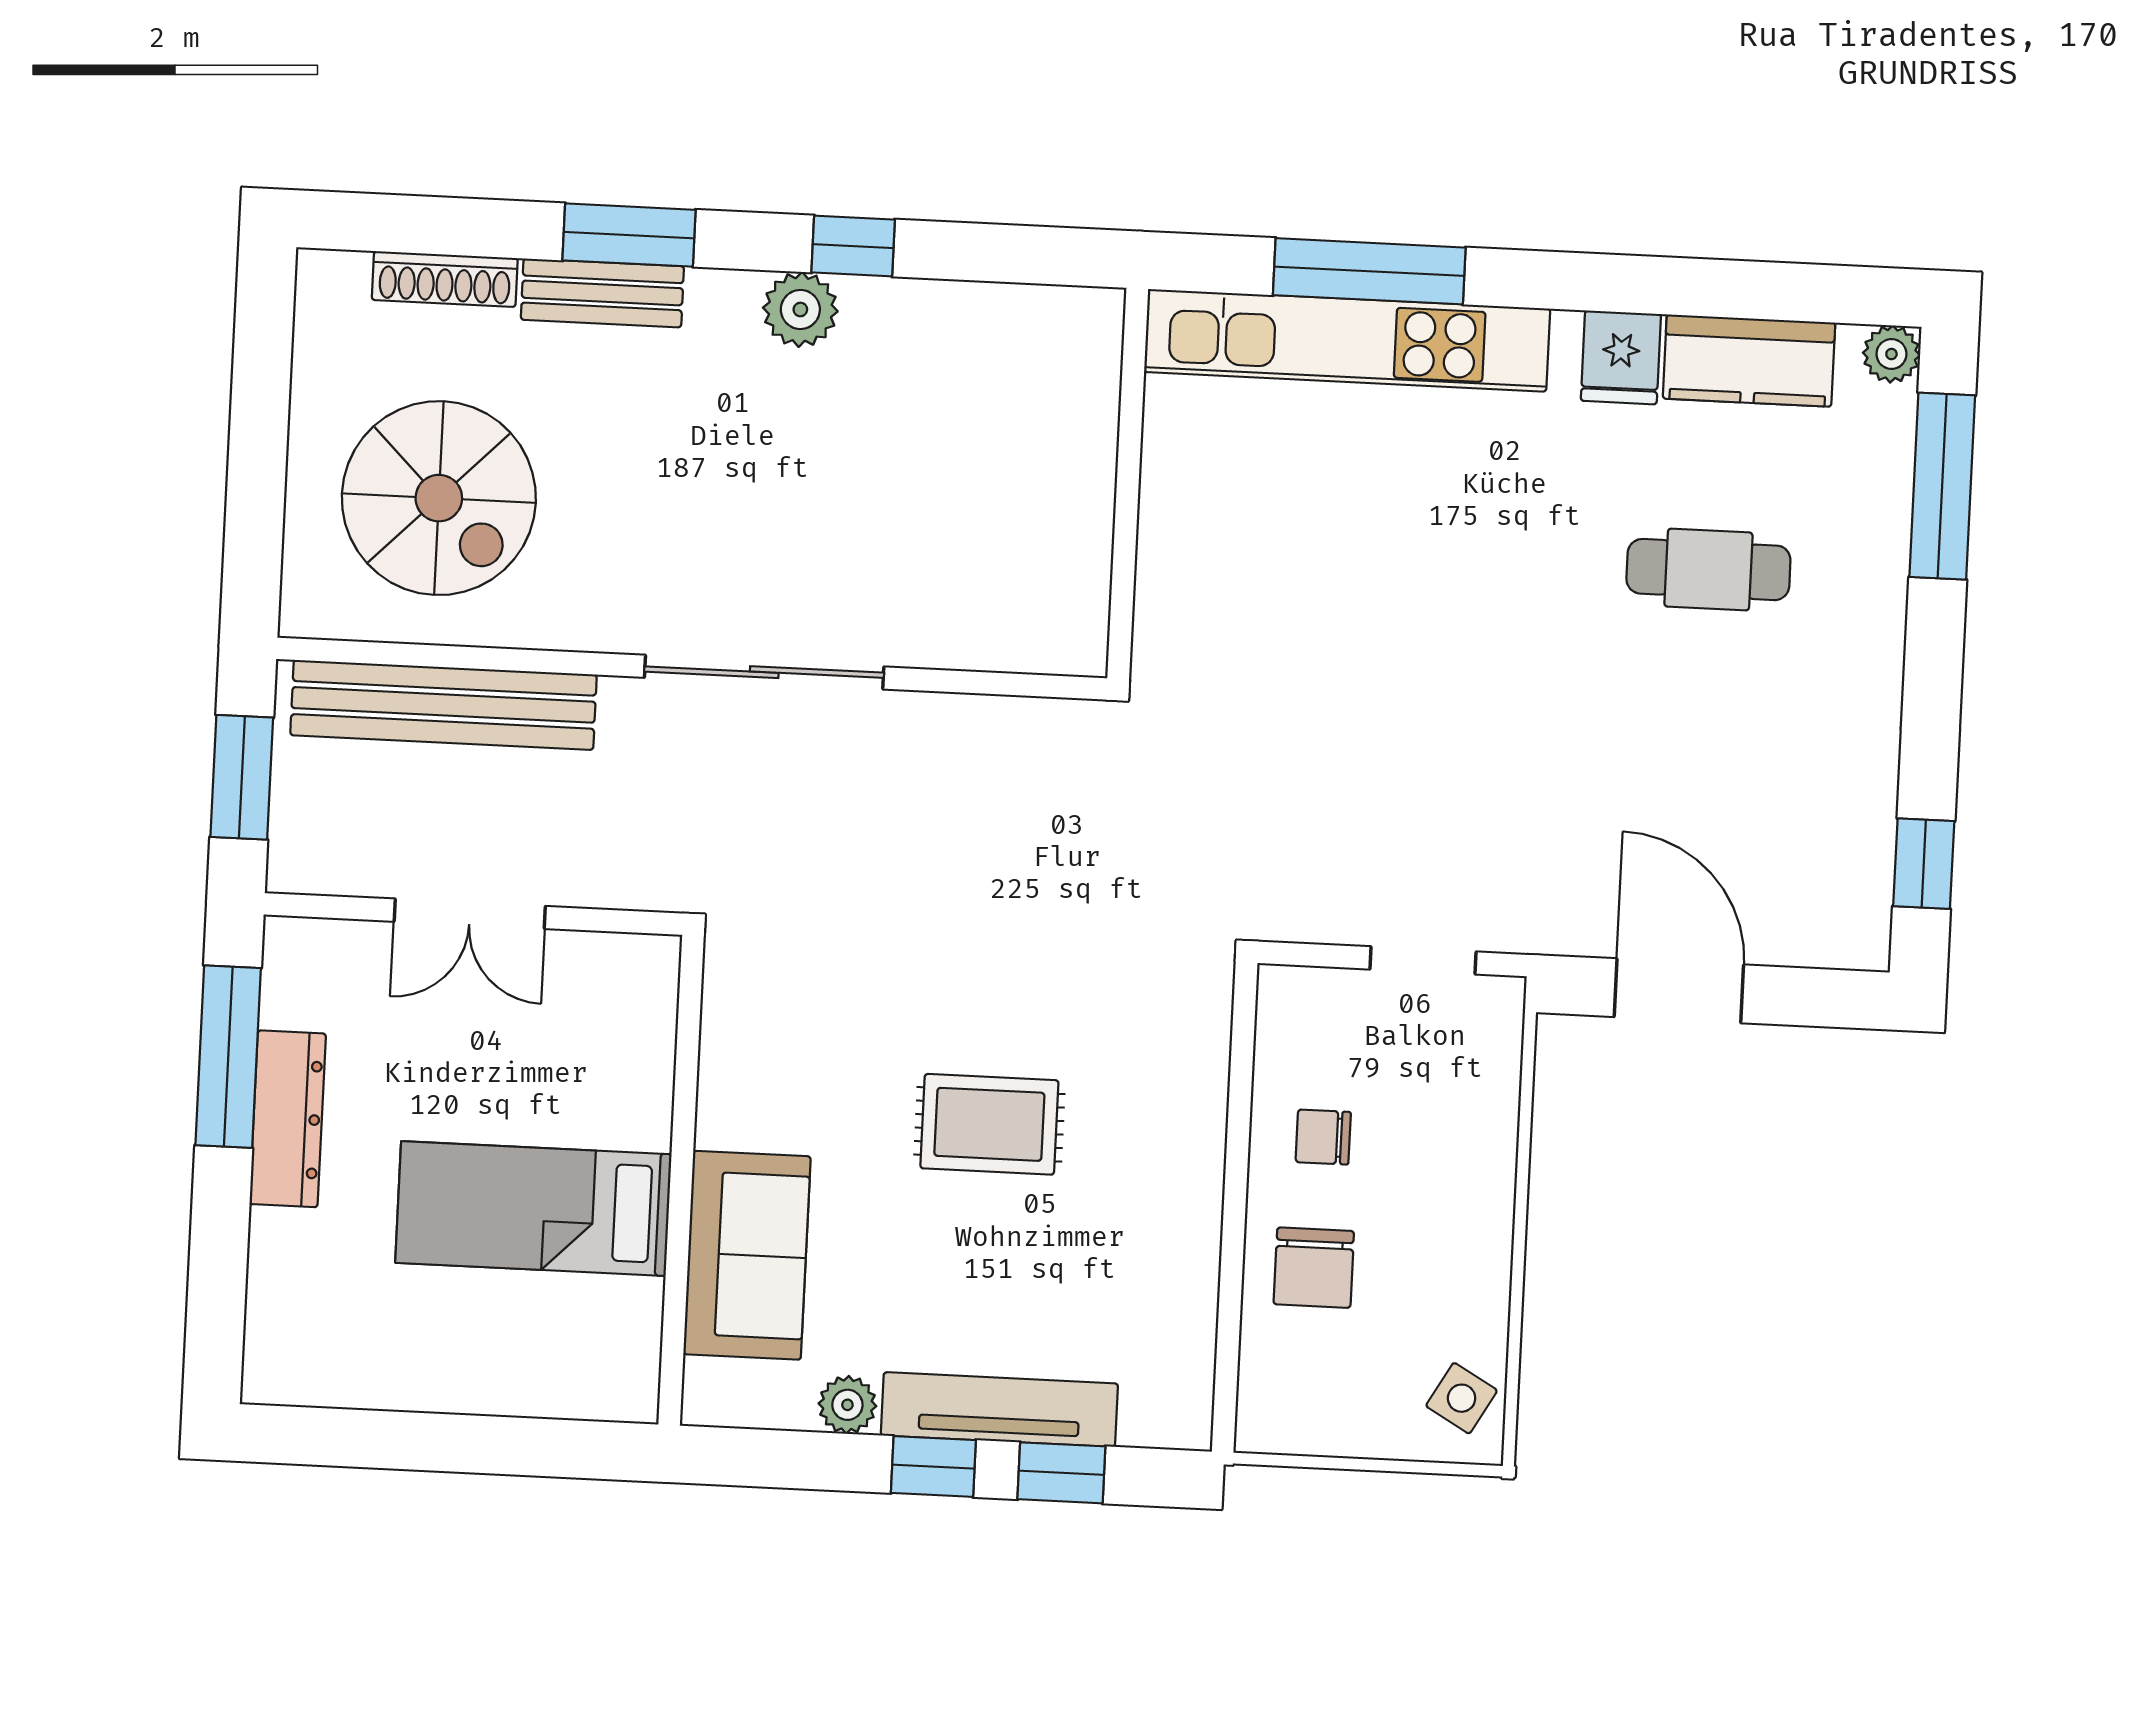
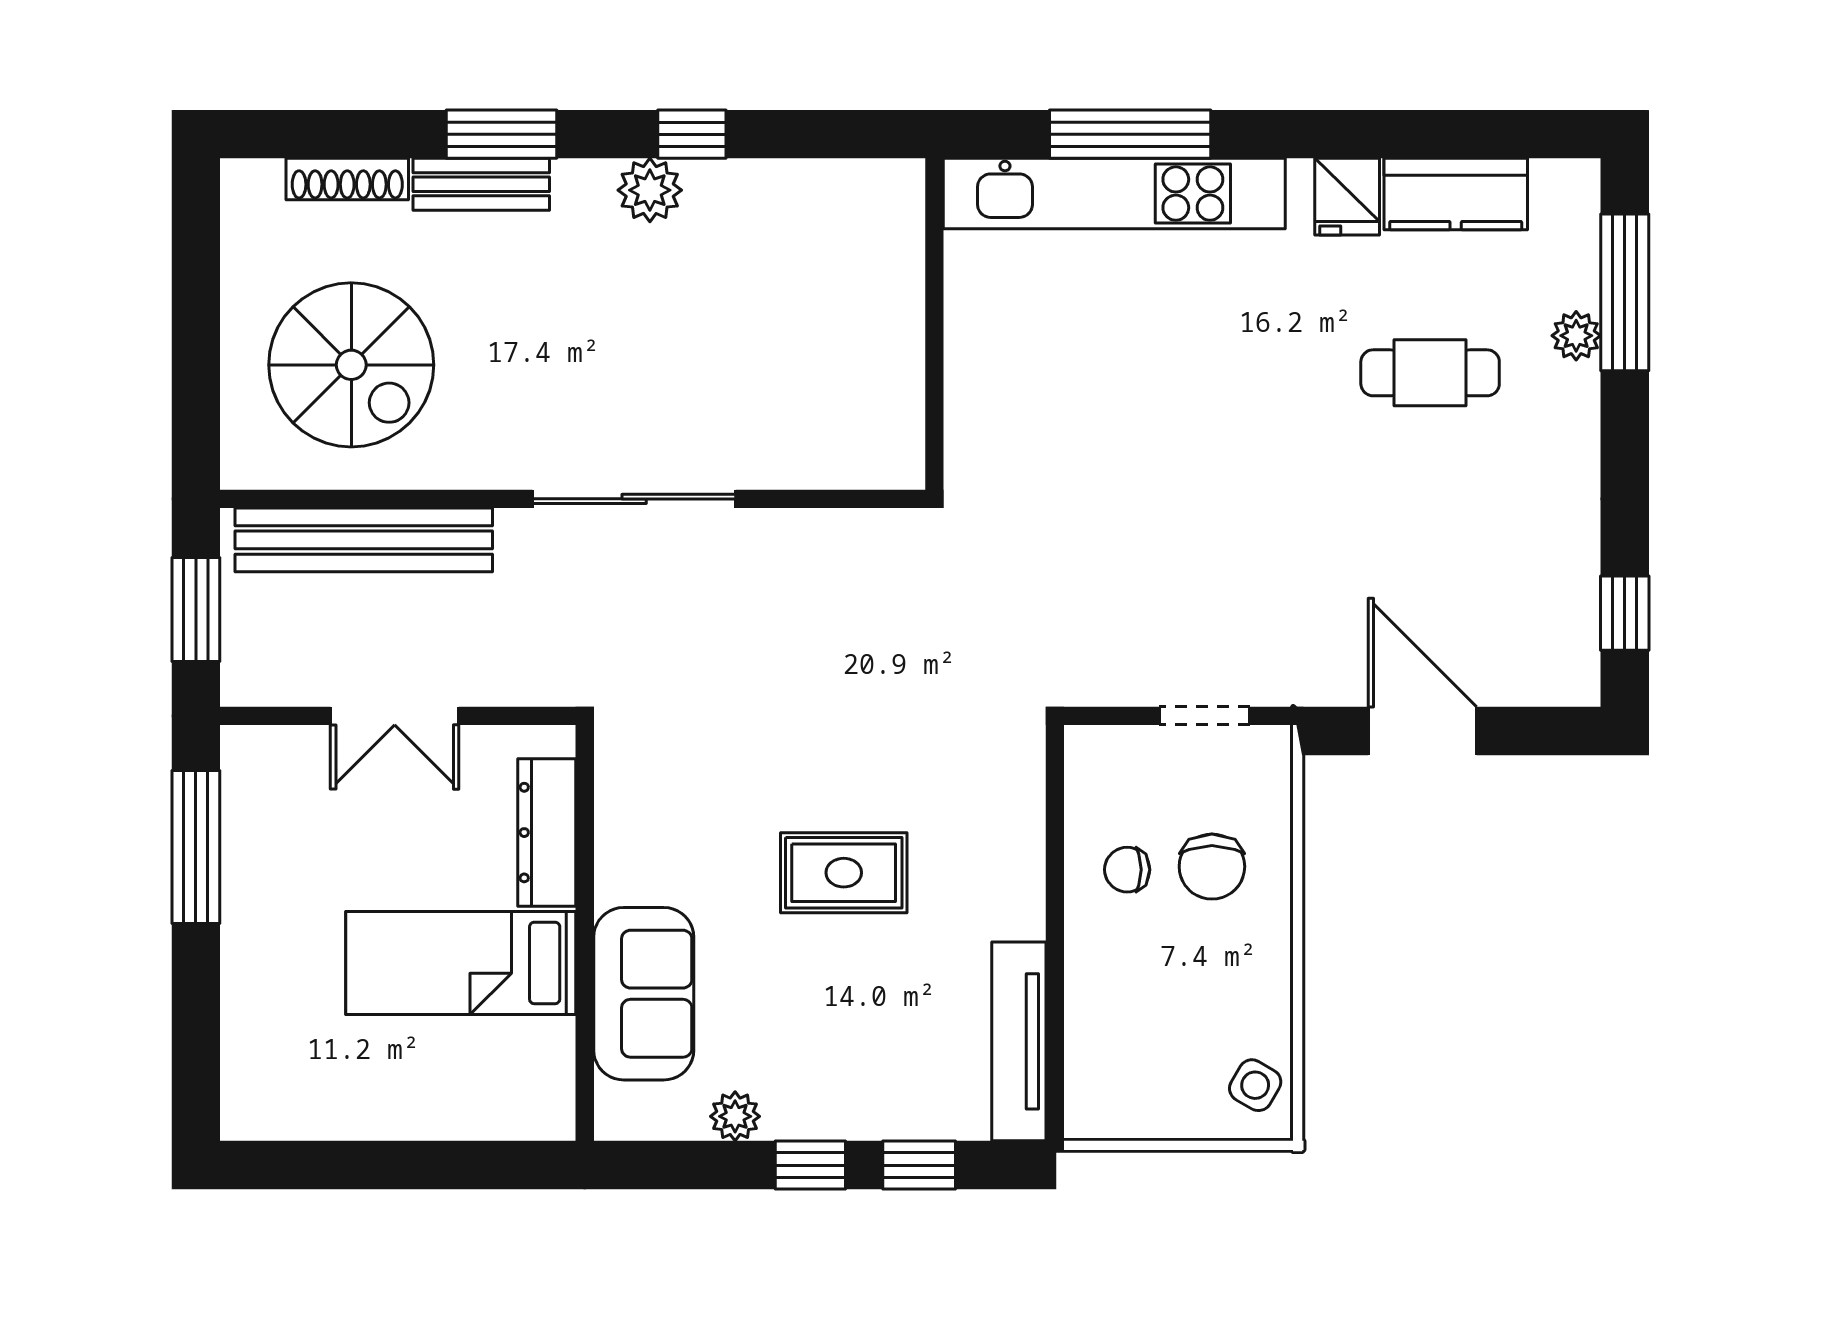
plant: (1891, 354) -> (1576, 336), moved
dresser: (288, 1119) -> (547, 833), moved, turned 180
chair: (1314, 1268) -> (1212, 867), moved
tv unit: (999, 1409) -> (1019, 1041), moved, turned -90

